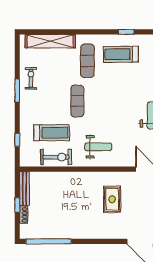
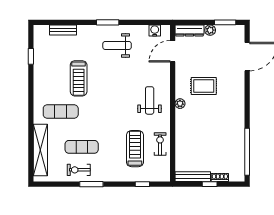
window: (126, 32) -> (31, 56), moved
treadmill: (121, 54) -> (79, 78), moved
exercise mat: (77, 101) -> (82, 147), moved
exercise bike: (56, 157) -> (160, 144), width x0.73, depth x0.72
plant: (95, 176) -> (180, 104), added

